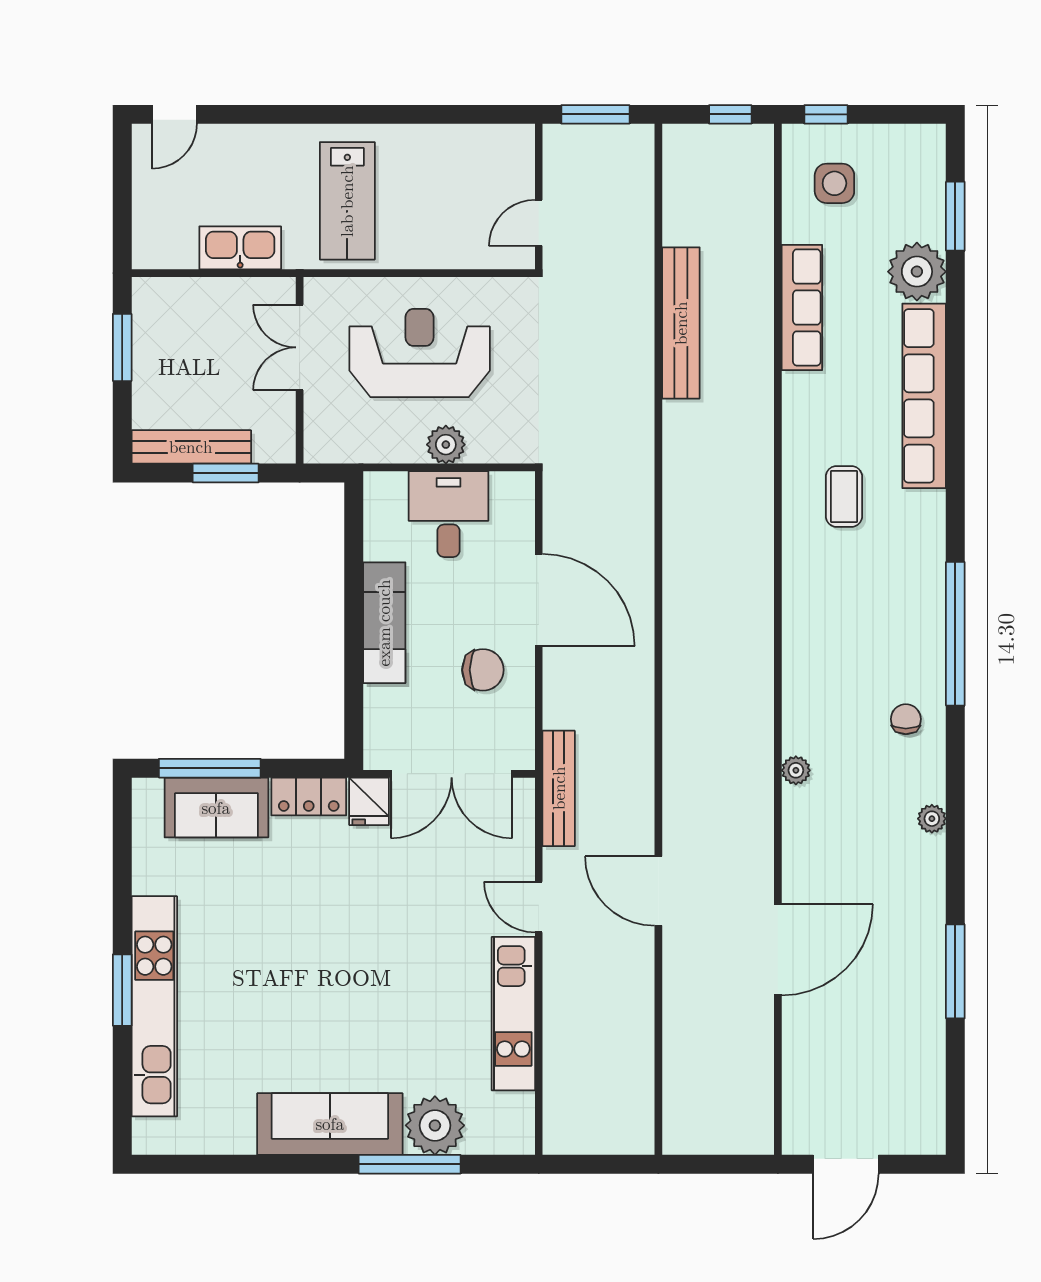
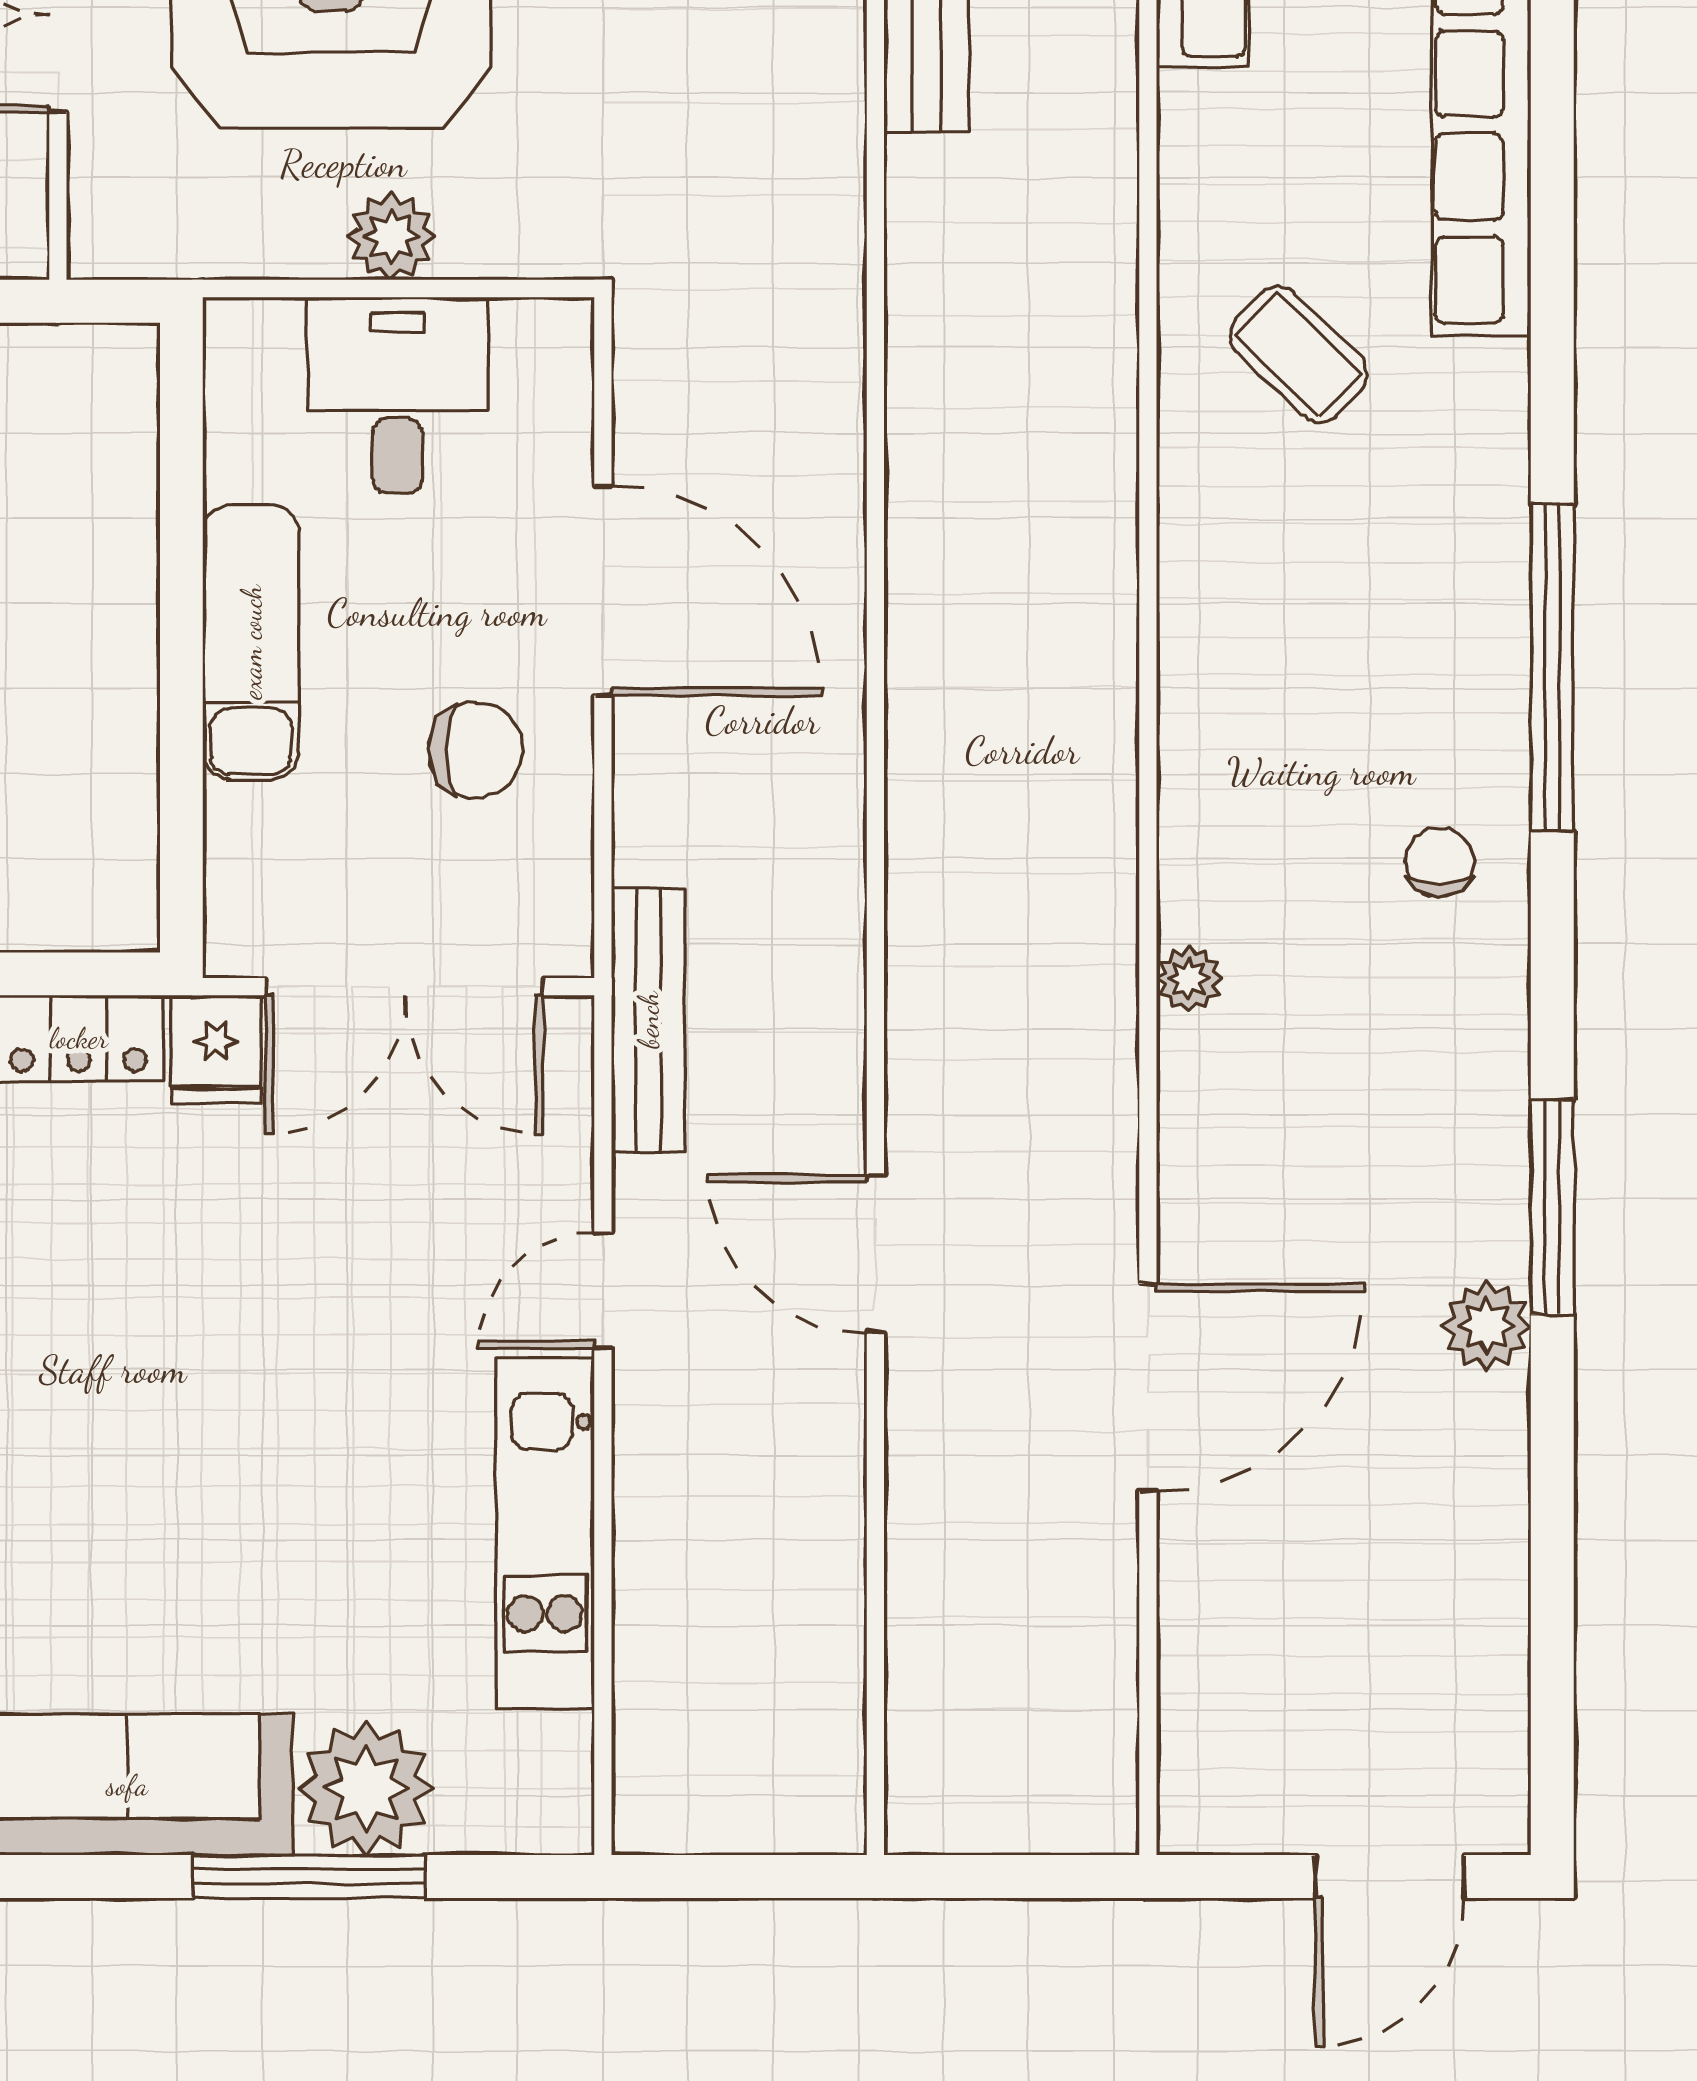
coffee table: (844, 496) -> (1298, 355), turned -46
plant: (932, 819) -> (1487, 1326), moved, width x1.38, depth x1.38
door: (539, 907) -> (603, 1290), hinge flipped
window: (955, 971) -> (1552, 1207), moved
door: (846, 1164) -> (1389, 1877), moved

